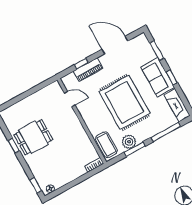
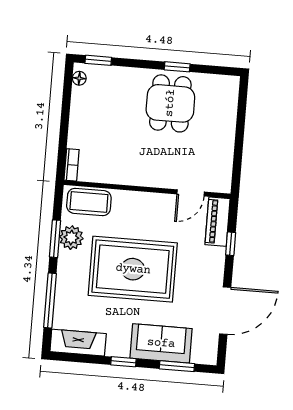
piano: (88, 70) -> (218, 222), moved
sofa: (158, 77) -> (161, 343), moved

